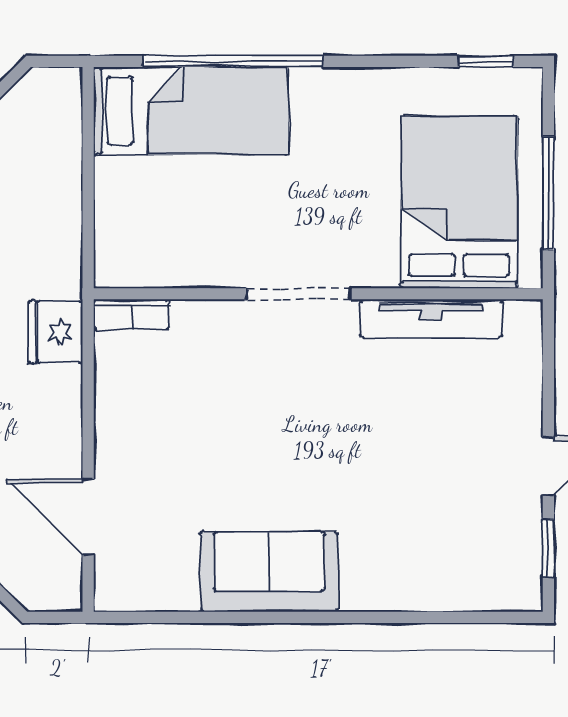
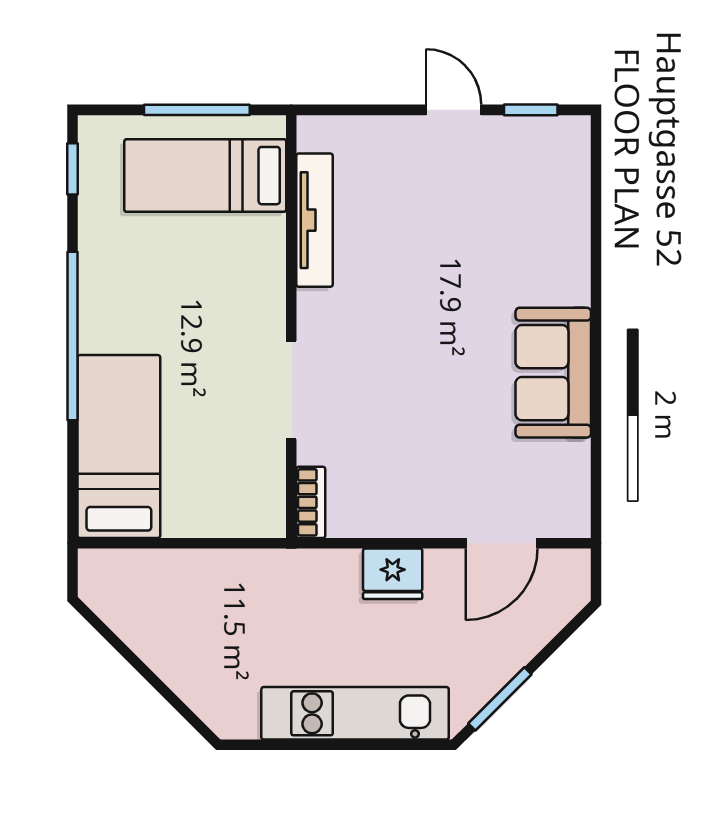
window: (233, 61) -> (73, 336), moved
bed: (459, 202) -> (205, 176), width x0.67
doorway: (298, 294) -> (291, 390), moved
fridge: (56, 332) -> (393, 574), moved

